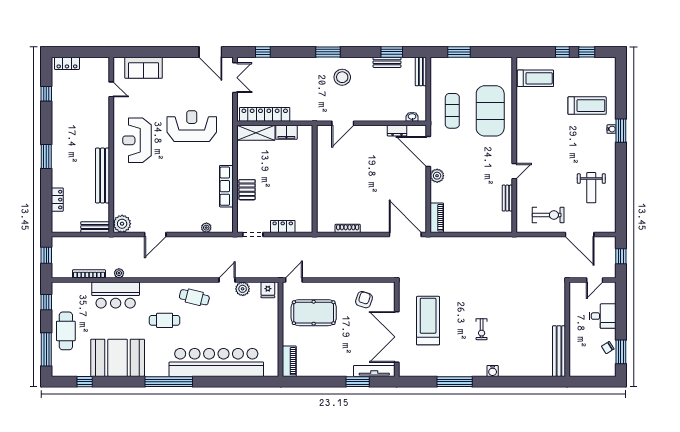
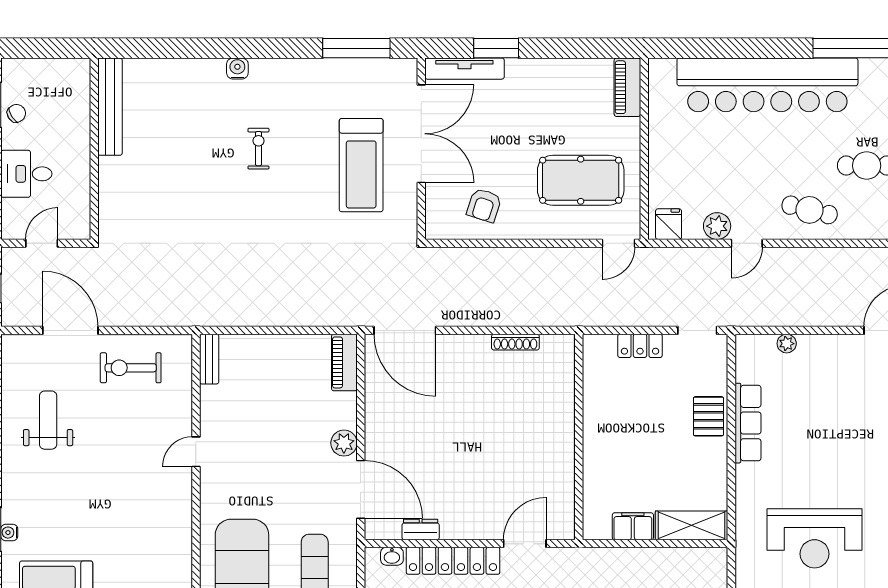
locker: (265, 114) -> (453, 561), moved
bench: (507, 198) -> (209, 359), moved
window: (455, 382) -> (356, 48), moved

